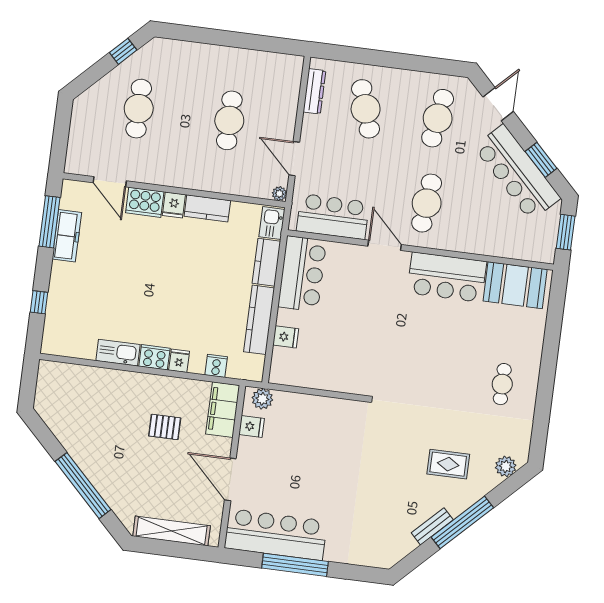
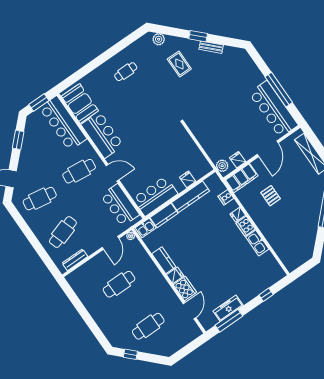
bar counter: (517, 173) -> (63, 123), moved, turned 135
door: (385, 245) -> (112, 173), swing flipped
window: (462, 522) -> (198, 36), width x0.47

